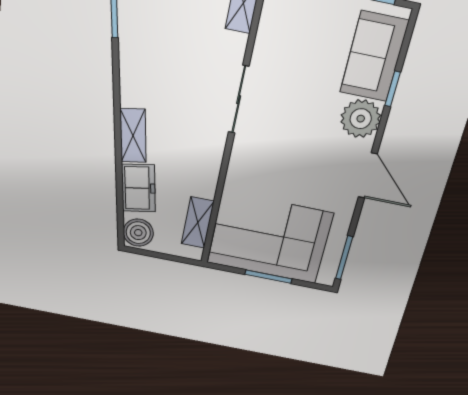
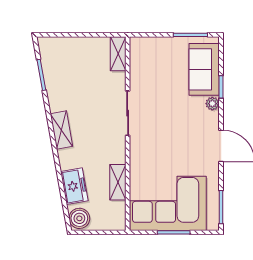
plant: (361, 119) -> (212, 104), width x0.53, depth x0.53
shelving: (133, 136) -> (61, 130), moved
shelving: (198, 223) -> (118, 182), moved

